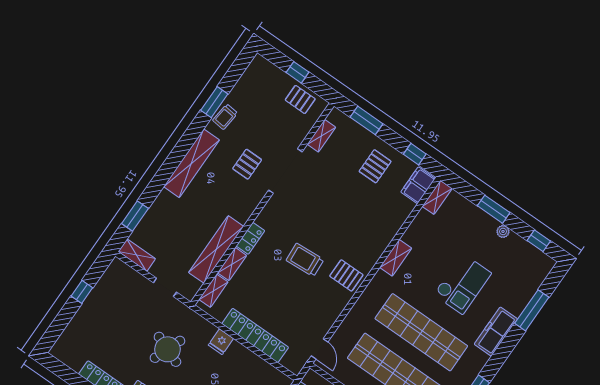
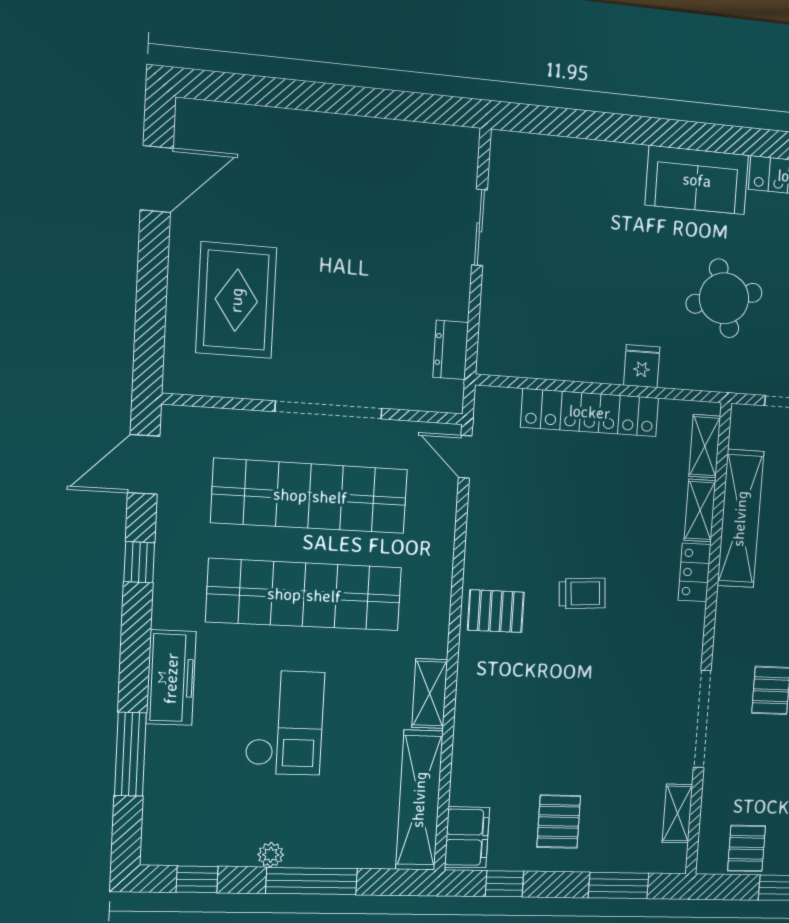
pallet: (300, 99) -> (747, 848), turned 90
shelving: (437, 197) -> (419, 800), width x2.20, depth x1.33
window: (494, 209) -> (311, 881), width x1.44
trolley: (305, 260) -> (582, 593), width x0.73, depth x0.72
checkout: (462, 284) -> (285, 723), turned 180
round table: (167, 349) -> (724, 298), turned -36

